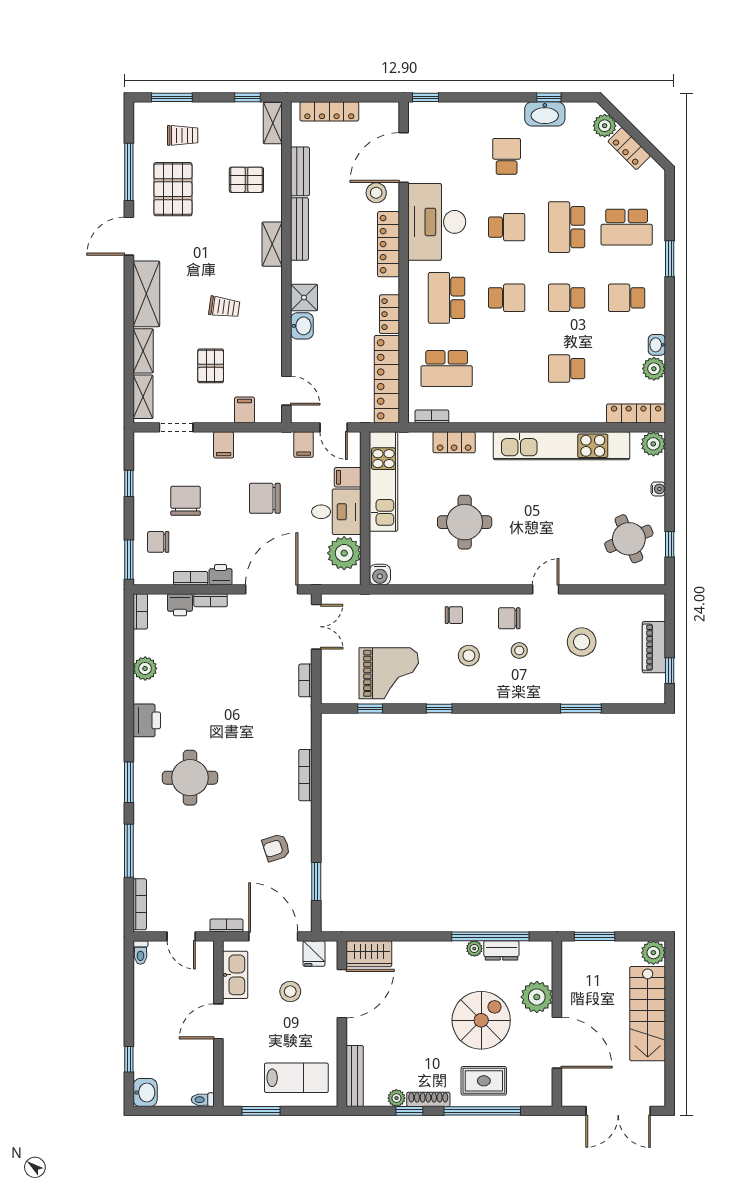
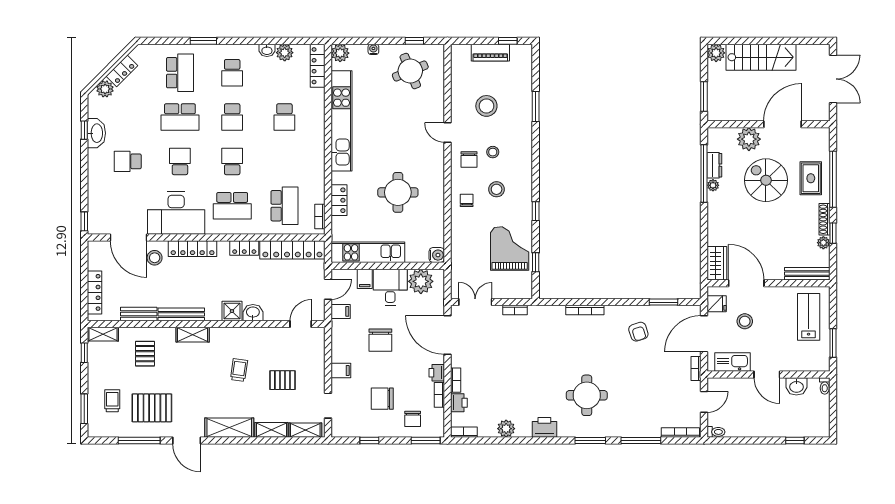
filing cabinet: (245, 410) -> (315, 355), removed
washbasin: (145, 1093) -> (796, 386), moved, turned 180

